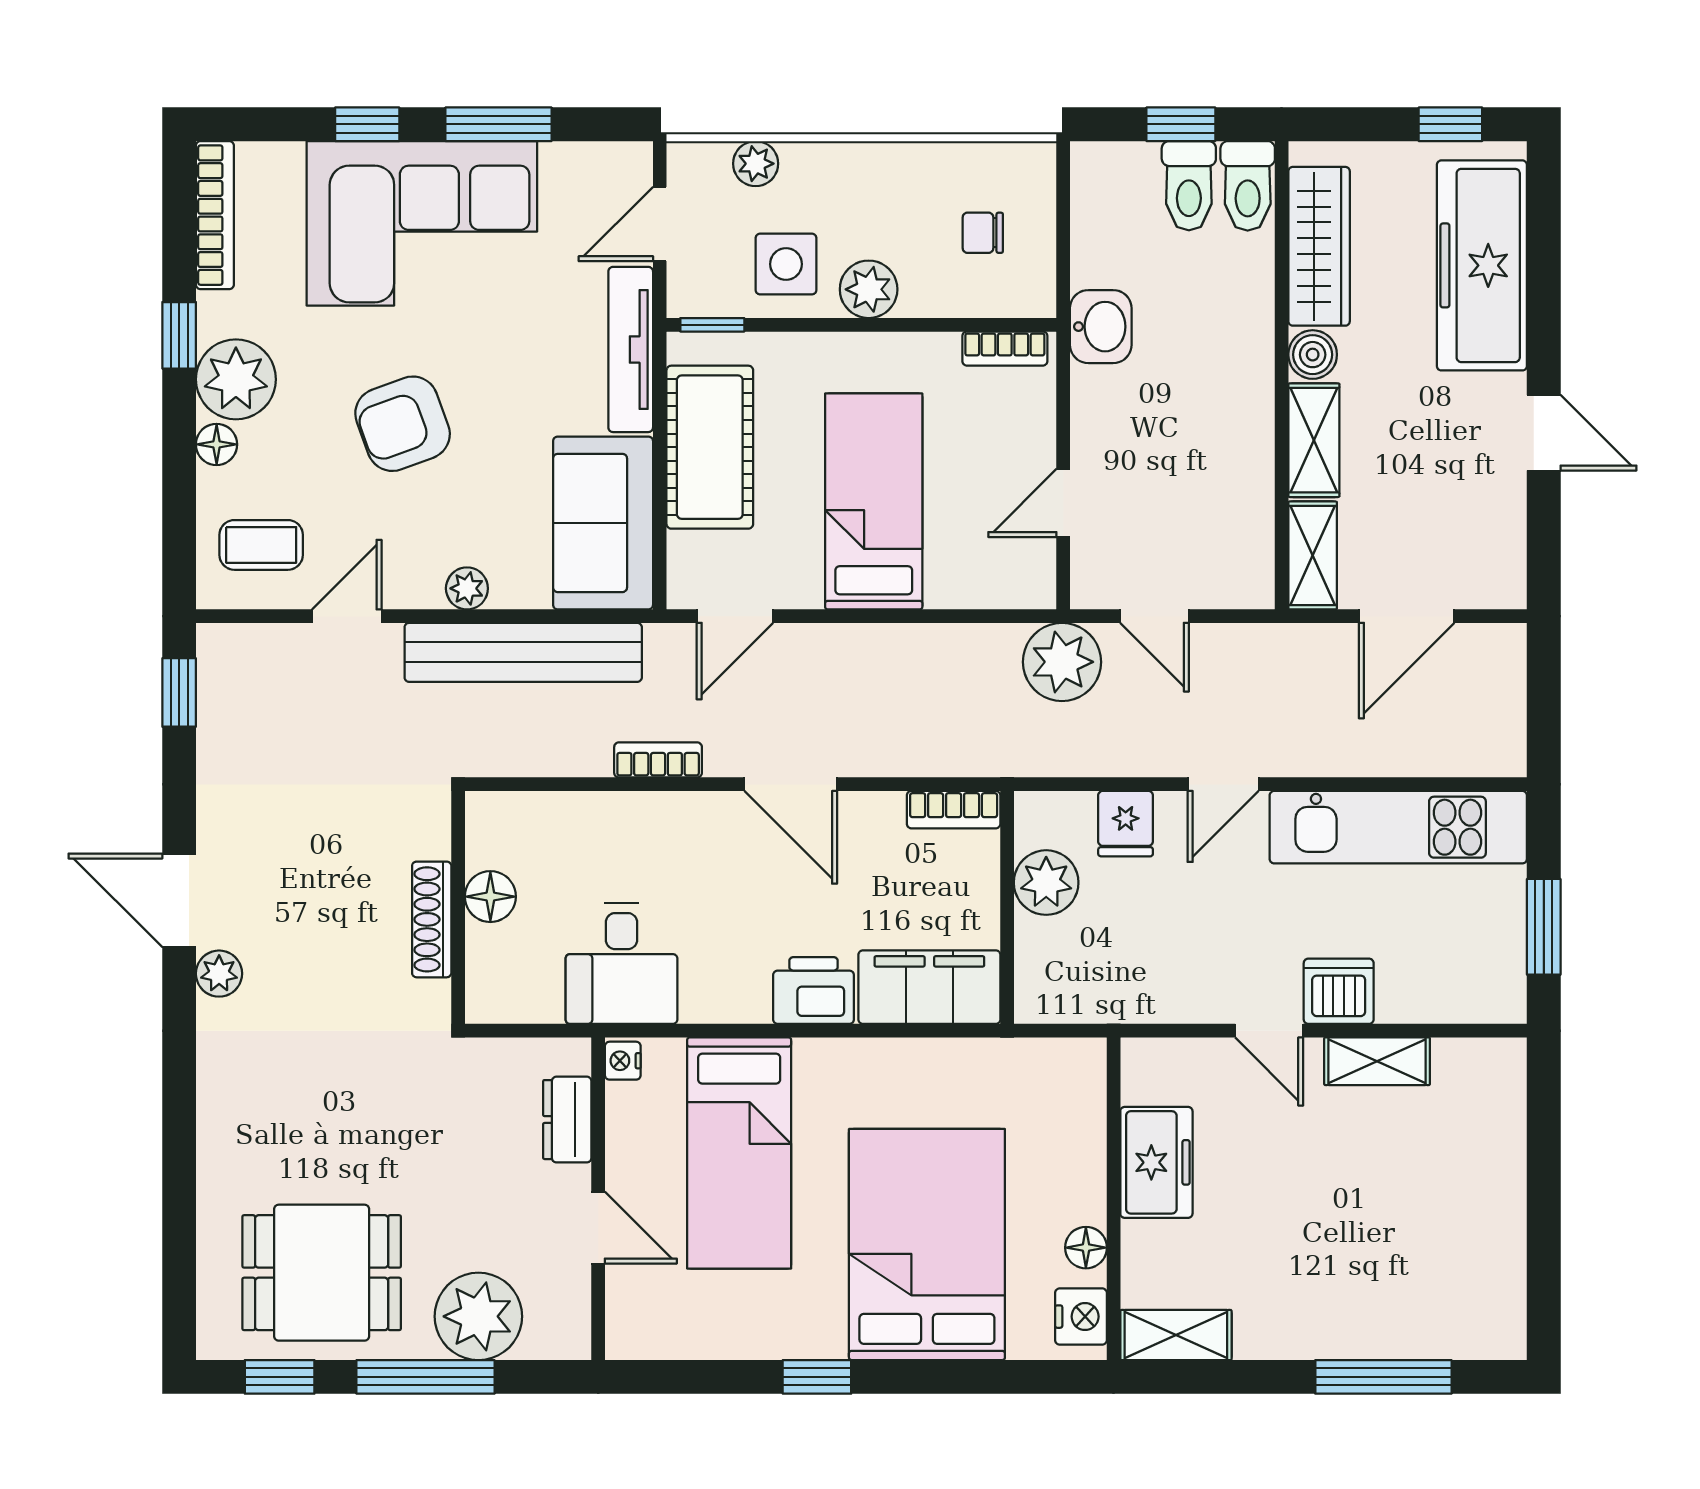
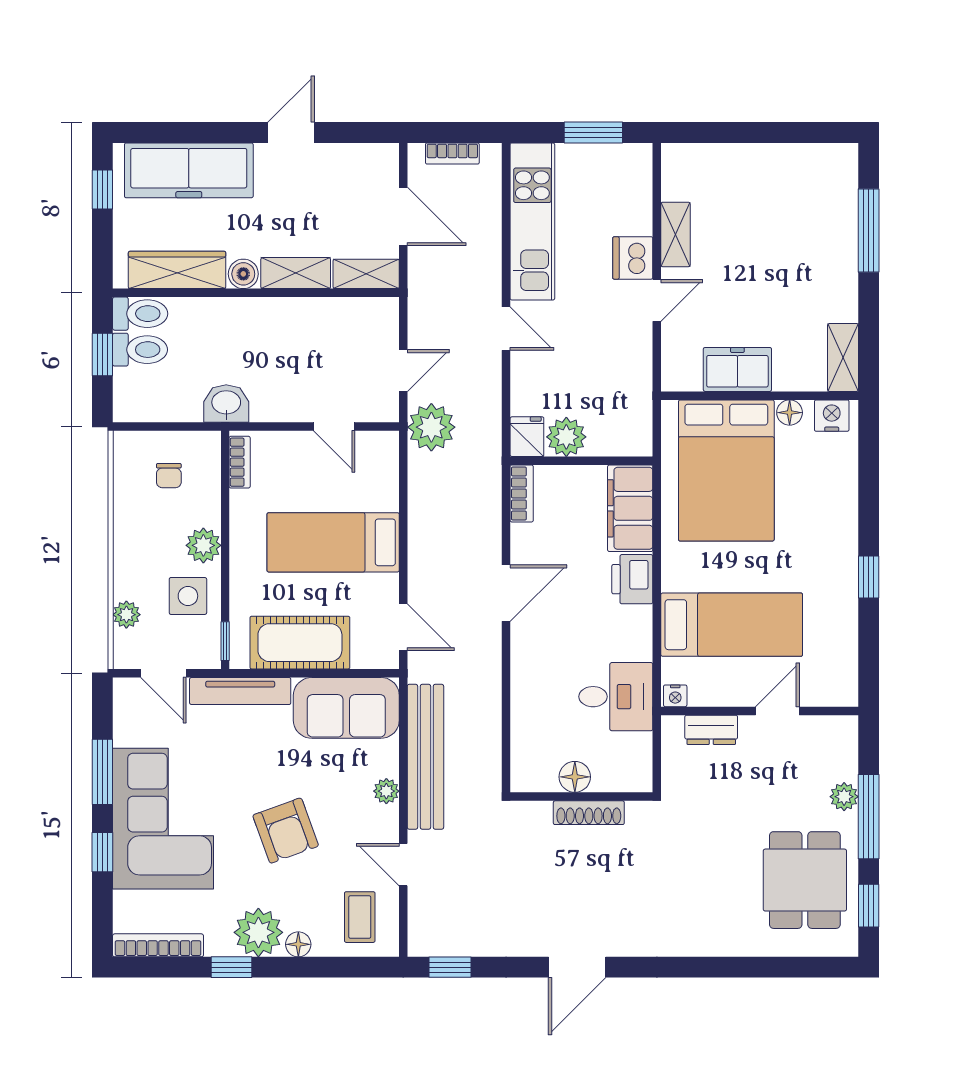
bookcase: (658, 760) -> (452, 154), moved, turned -90
fridge: (1126, 824) -> (527, 437), moved, turned -90
plant: (219, 974) -> (622, 943), removed
bed: (927, 1245) -> (726, 470), moved, turned -90
plant: (478, 1316) -> (844, 797), width x0.53, depth x0.53

